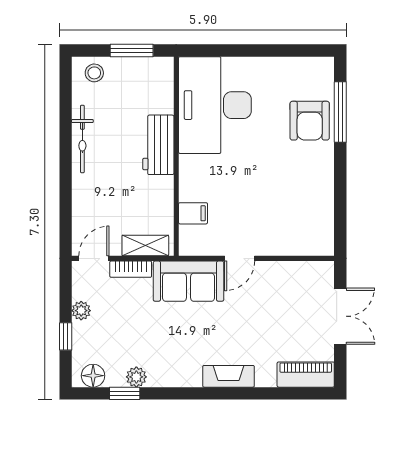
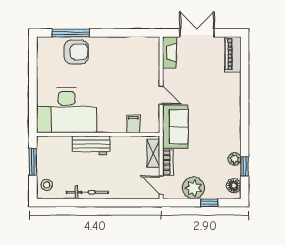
plant: (81, 311) -> (193, 188), width x1.87, depth x1.87
fireplace: (229, 376) -> (169, 53), moved, turned 180

